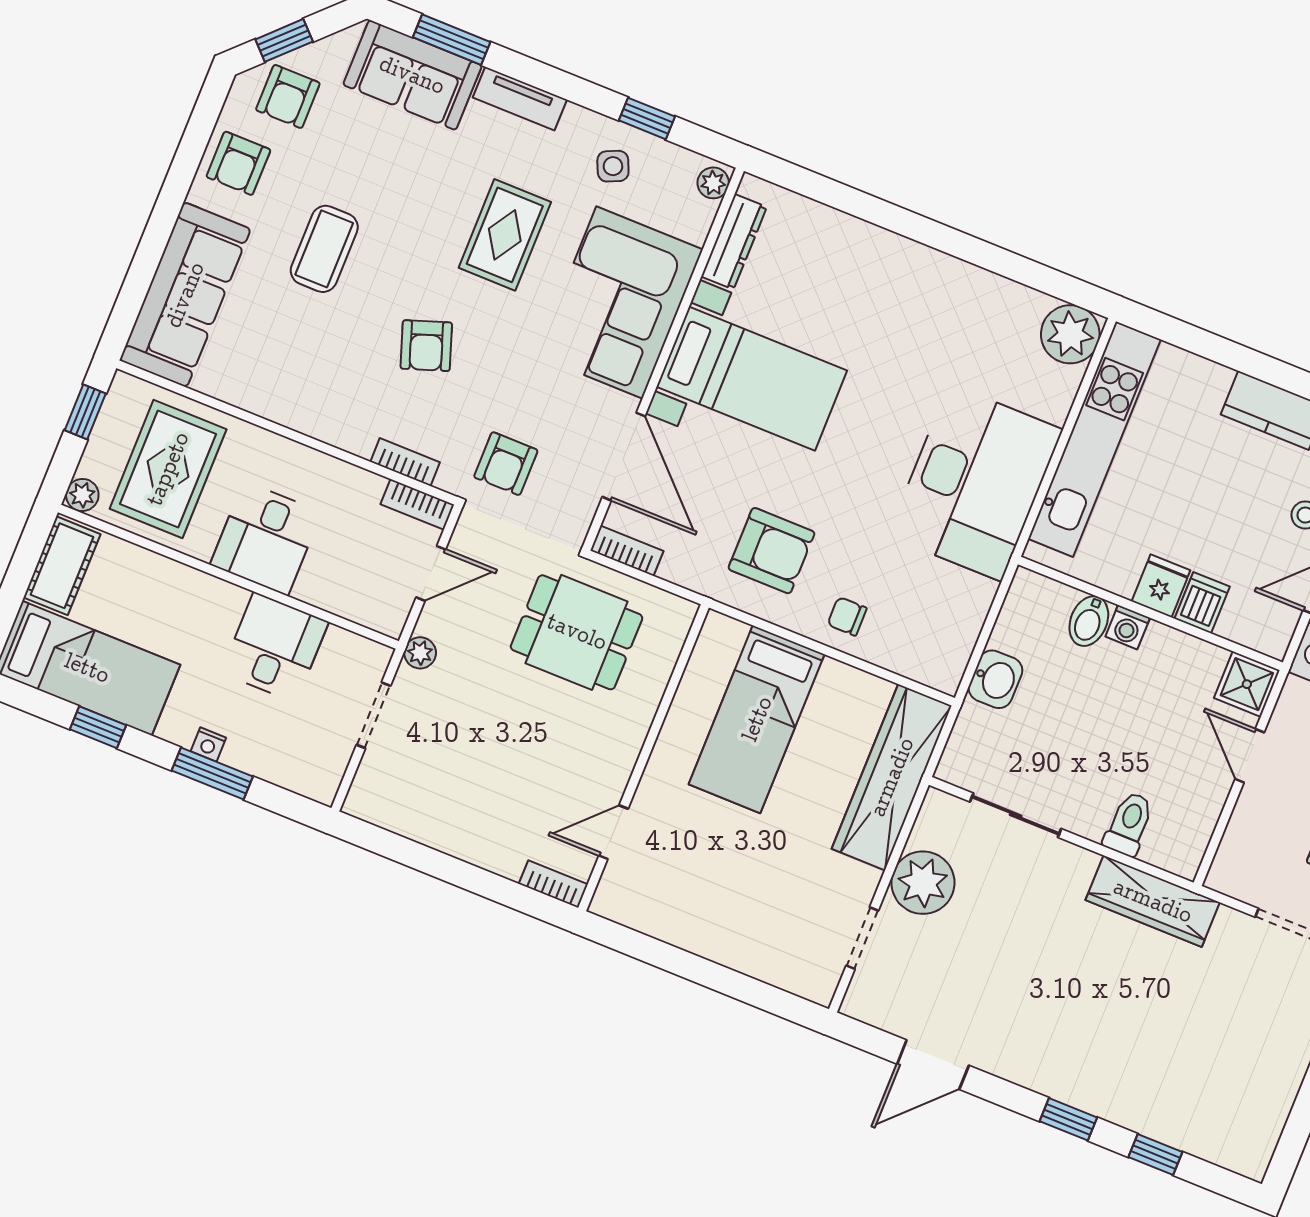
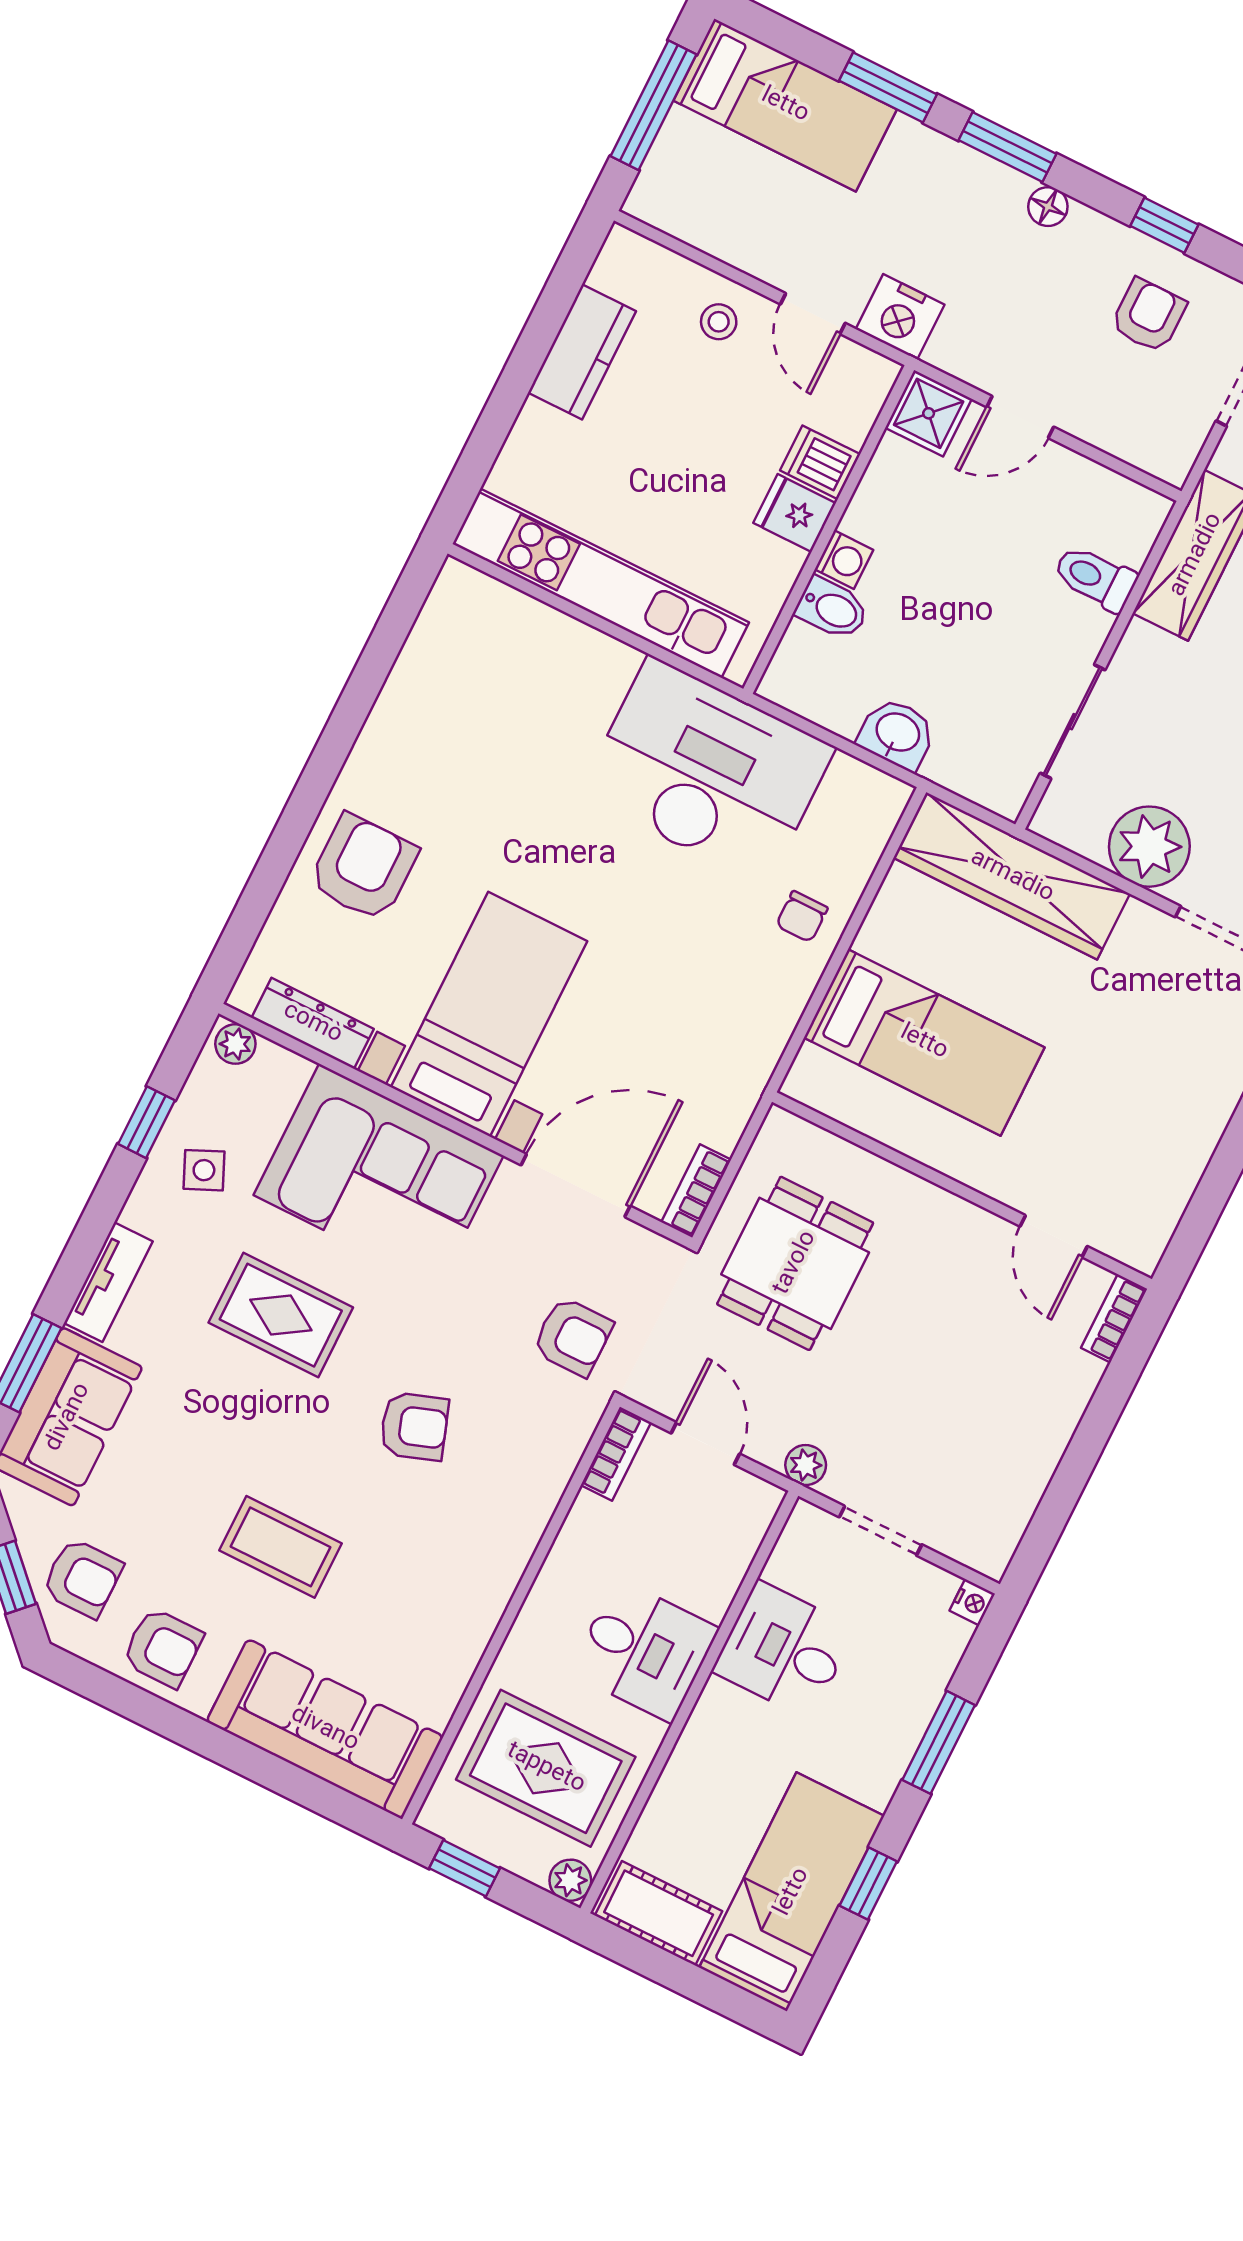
plant: (1070, 334) -> (464, 604), removed
bookcase: (405, 462) -> (560, 1465), removed
desk: (975, 483) -> (707, 771), moved
armchair: (771, 551) -> (363, 868), moved
nightstand: (208, 745) -> (972, 1602), moved

